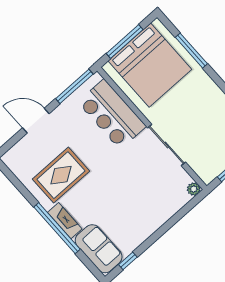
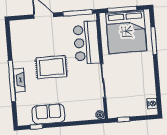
rug: (61, 175) -> (51, 67), moved
sofa: (99, 249) -> (48, 114), moved, turned -90

